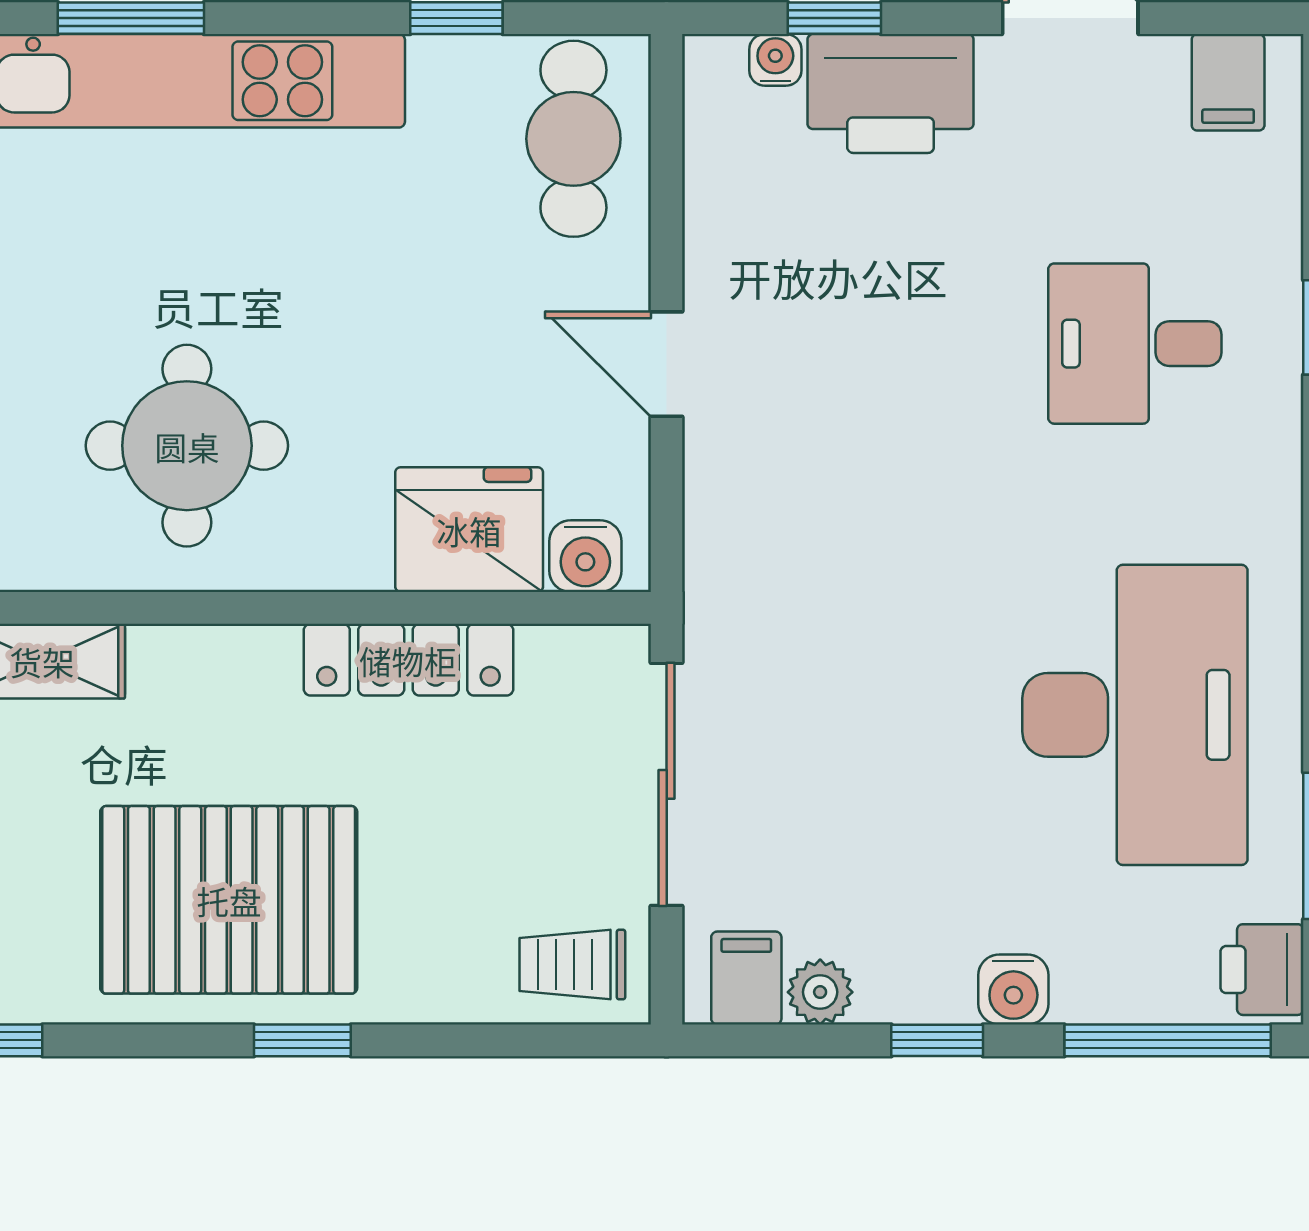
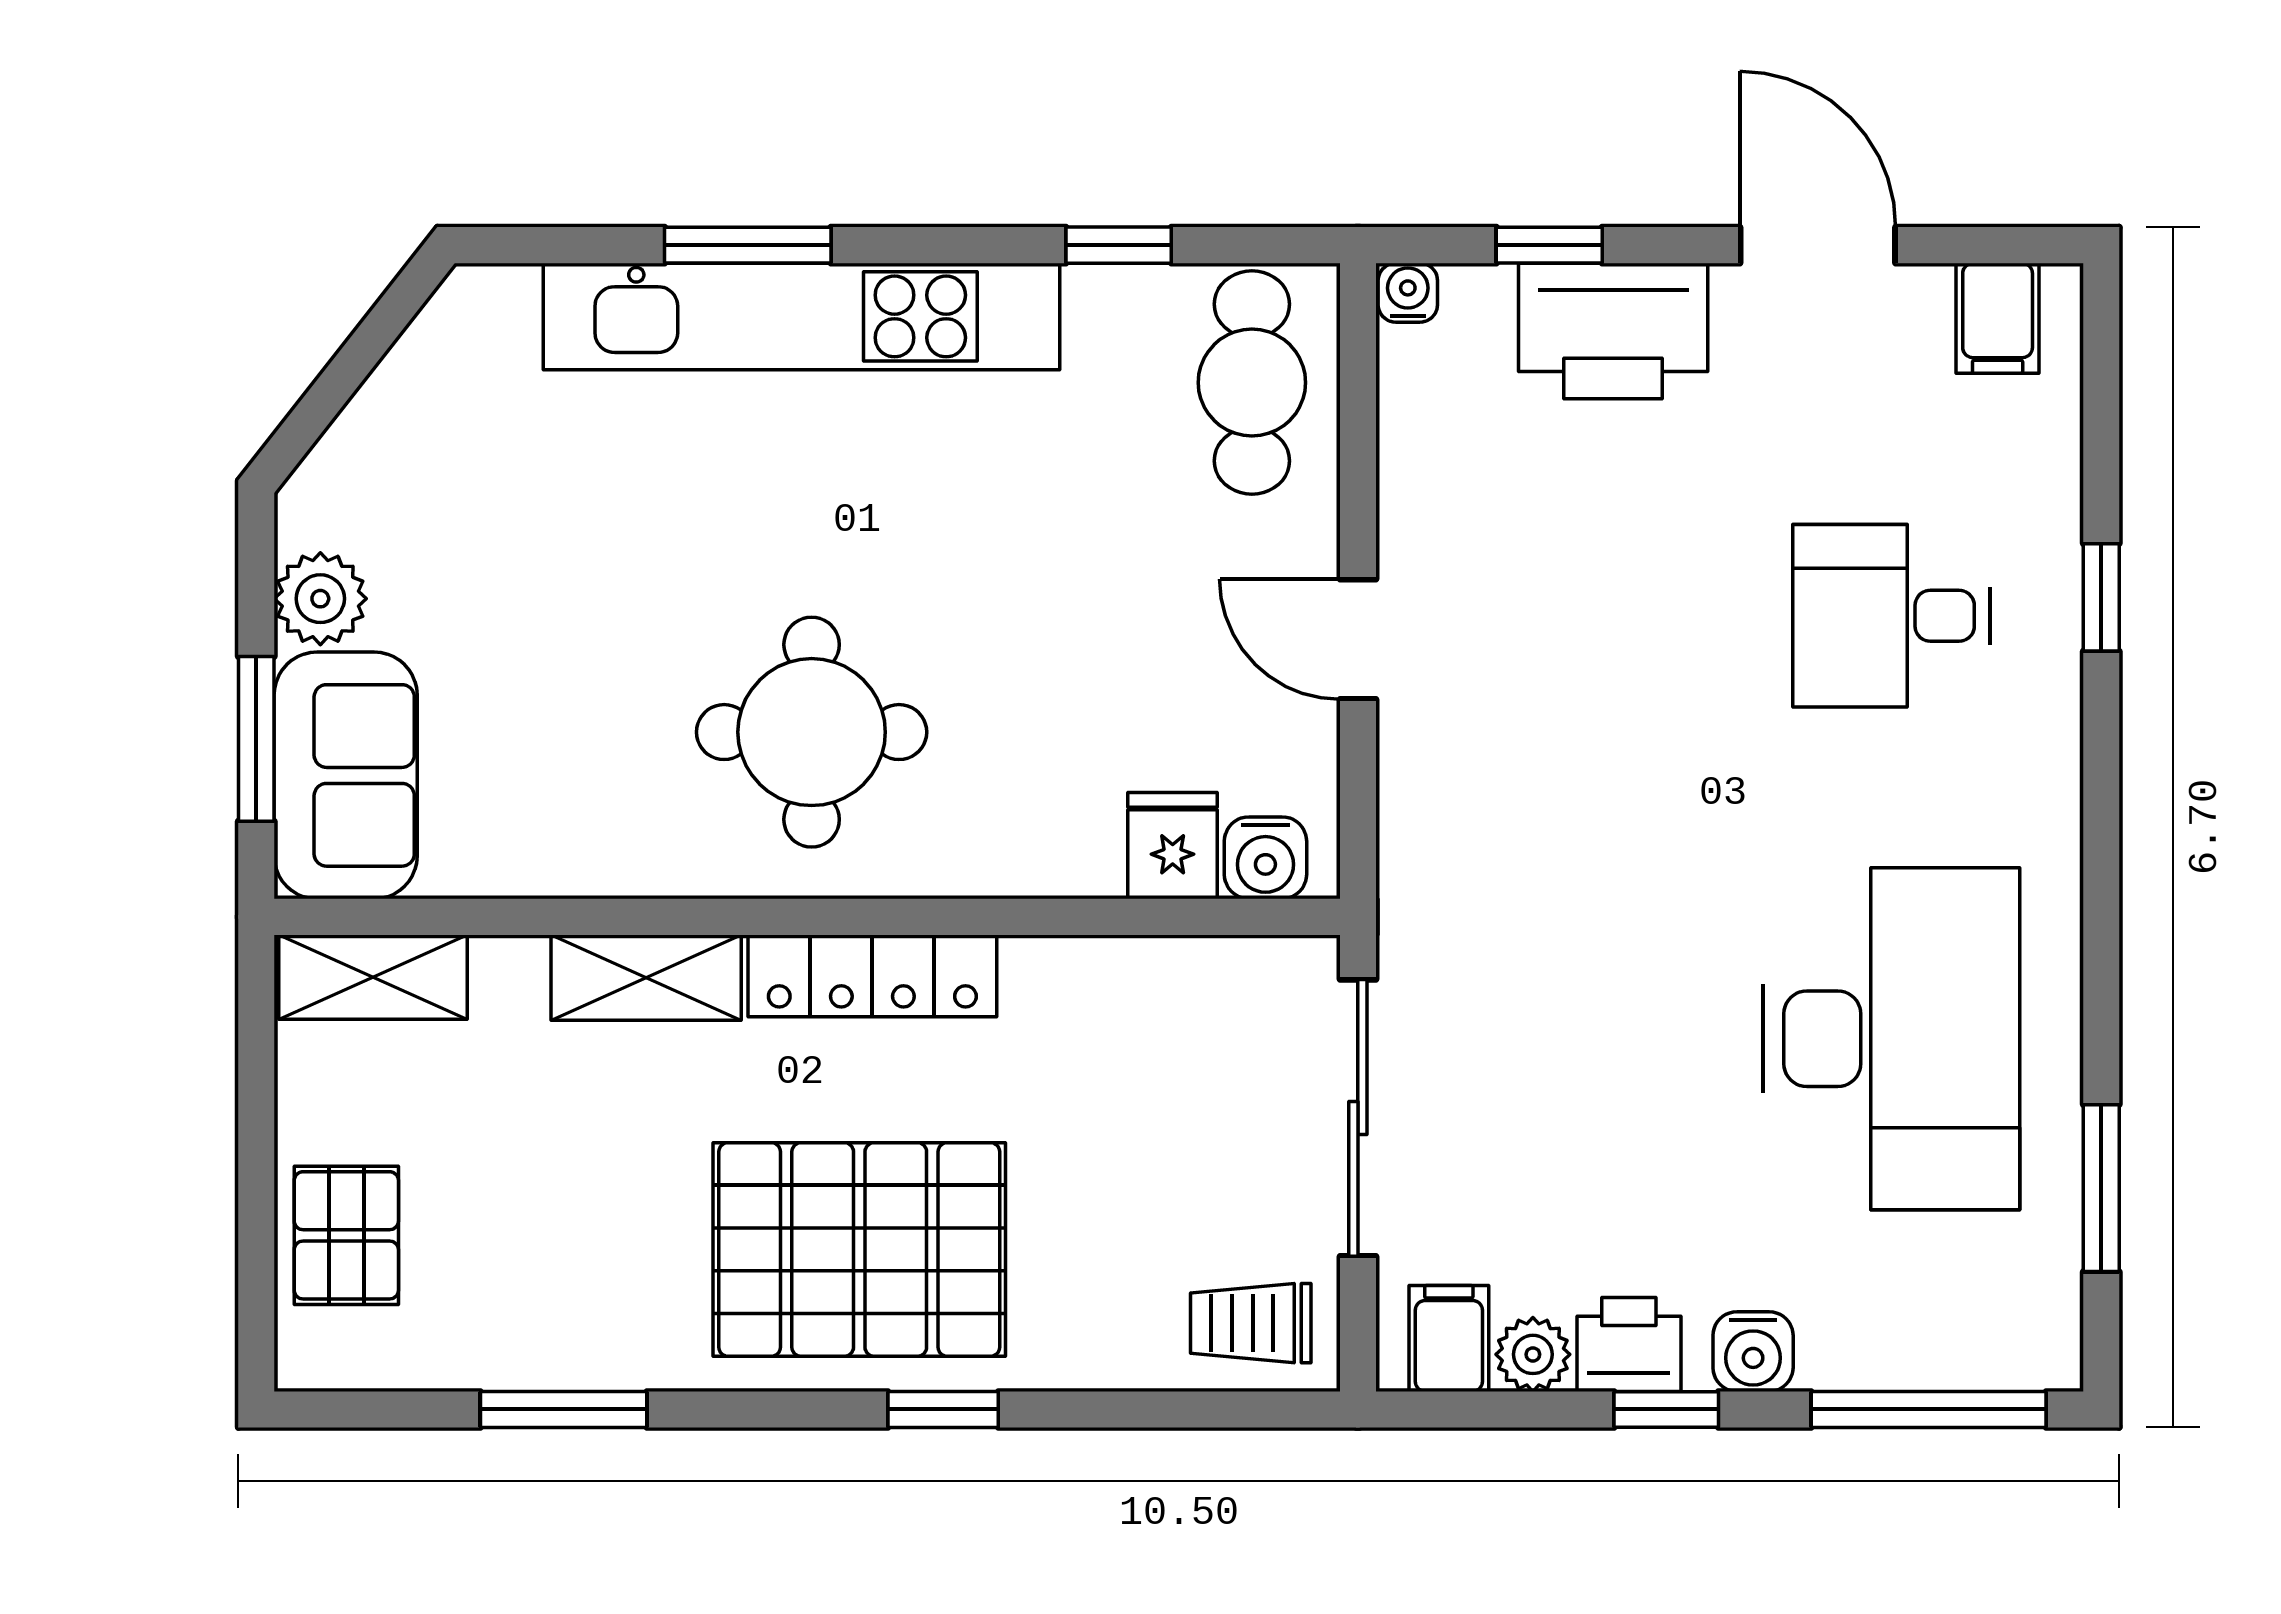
water cooler: (775, 60) -> (1408, 293), moved
fridge: (469, 530) -> (1173, 846), width x0.53, depth x0.75
locker: (408, 660) -> (872, 976), moved
printer: (1262, 970) -> (1629, 1344), moved, turned 90

